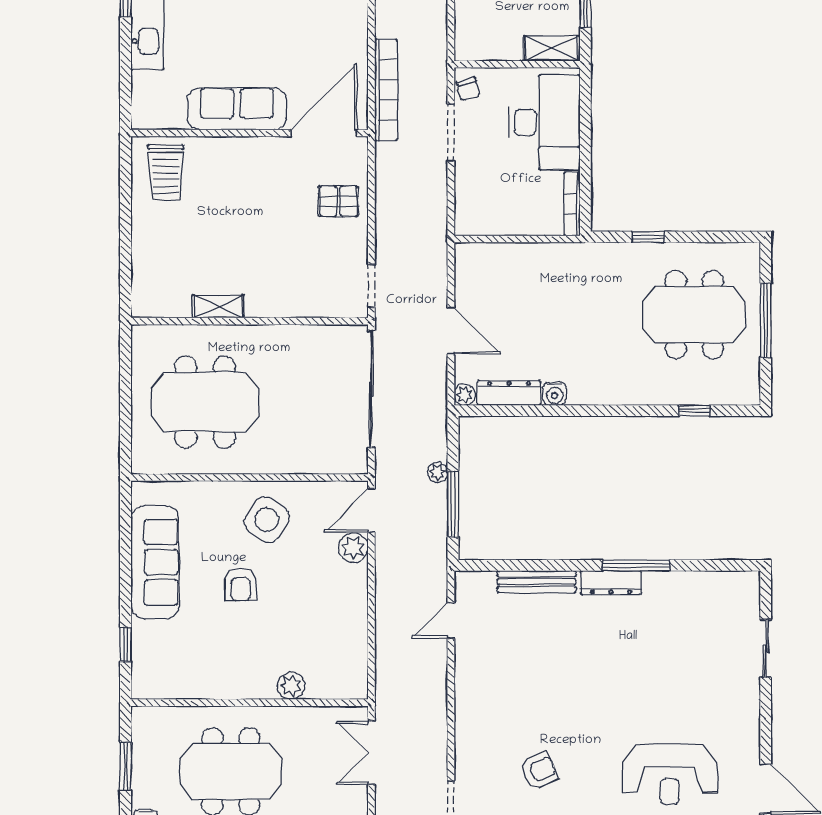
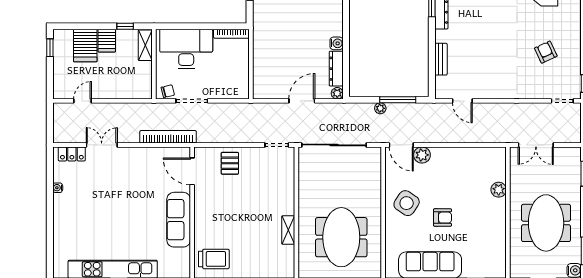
door: (324, 133) -> (192, 171), width x0.73
bench: (537, 582) -> (441, 59), width x0.73

